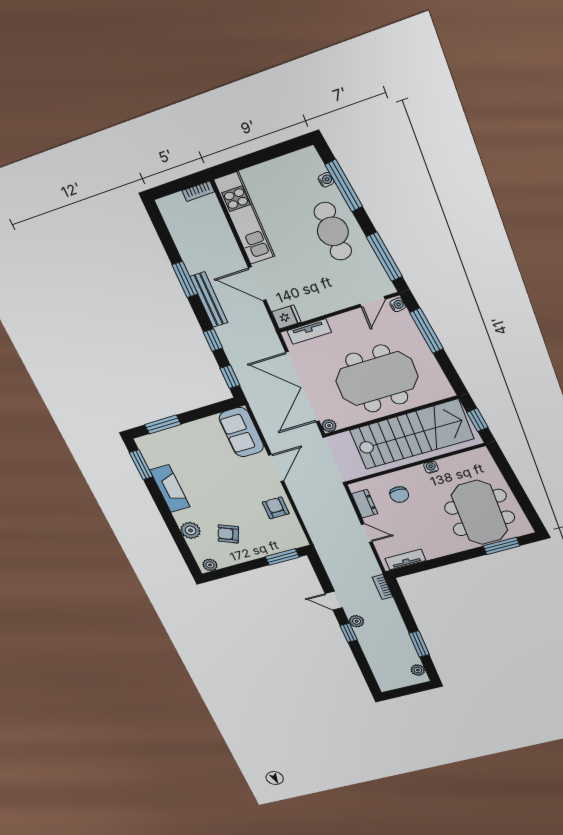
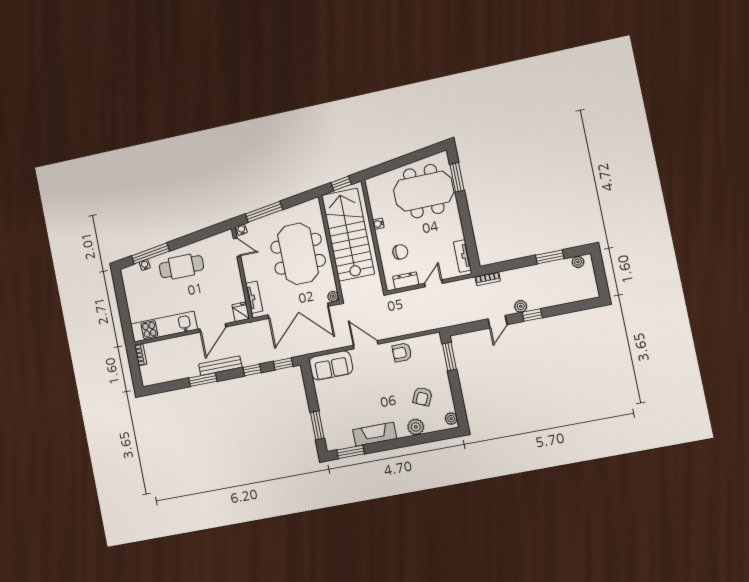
window: (384, 257) -> (204, 234), removed

